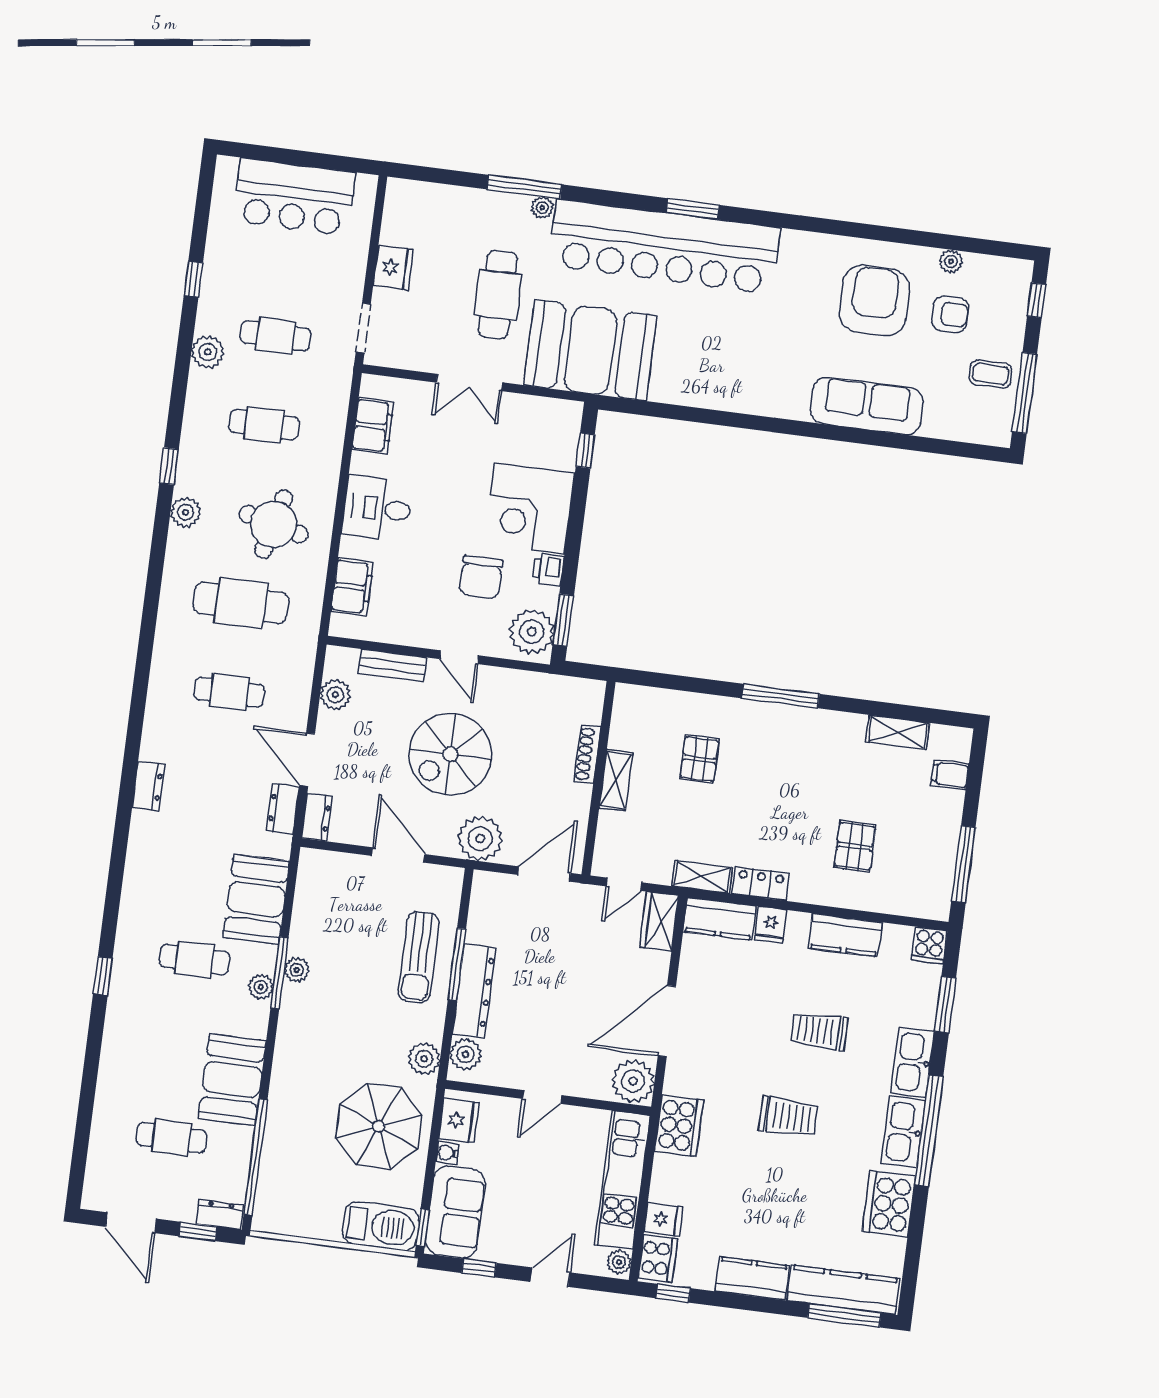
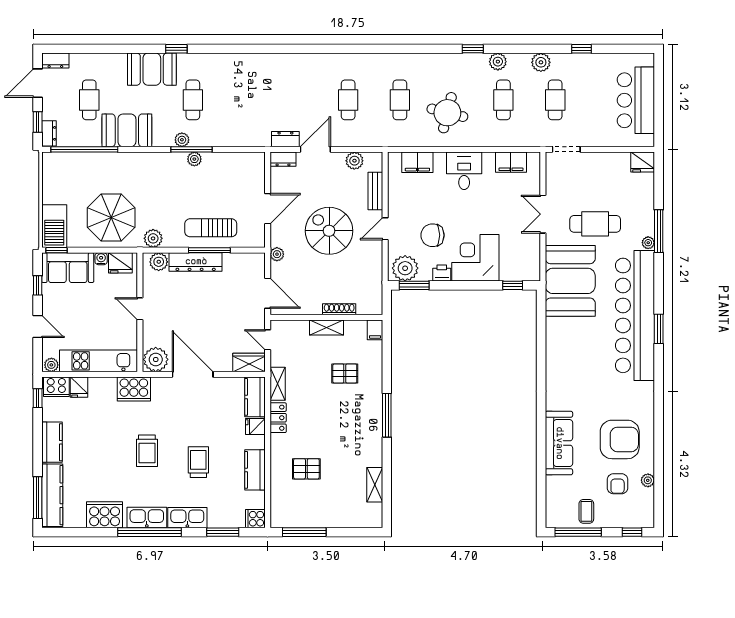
fridge: (393, 268) -> (643, 162), moved
plant: (186, 512) -> (498, 62), moved
cafe table: (241, 603) -> (400, 100), width x0.73, depth x0.74
filing cabinet: (950, 775) -> (375, 330), moved, turned 180
dresser: (148, 786) -> (55, 61), moved
plant: (480, 839) -> (277, 254), width x0.53, depth x0.53
booth: (256, 899) -> (152, 69), moved

